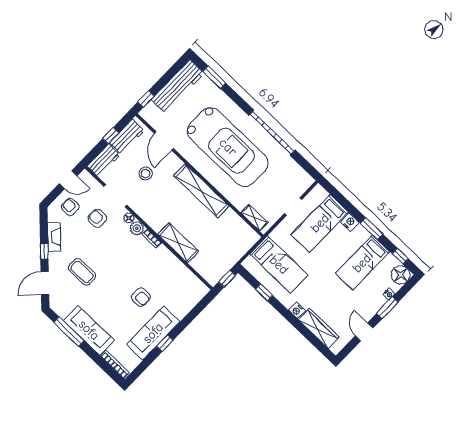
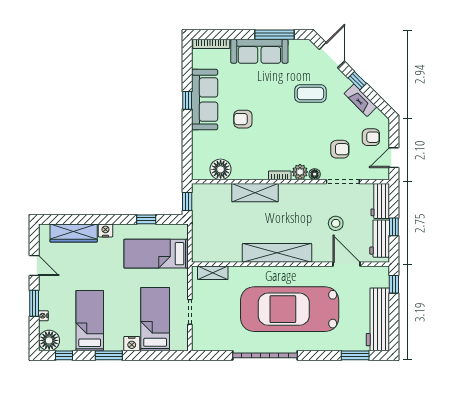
floor lamp: (186, 279) -> (221, 169), added

